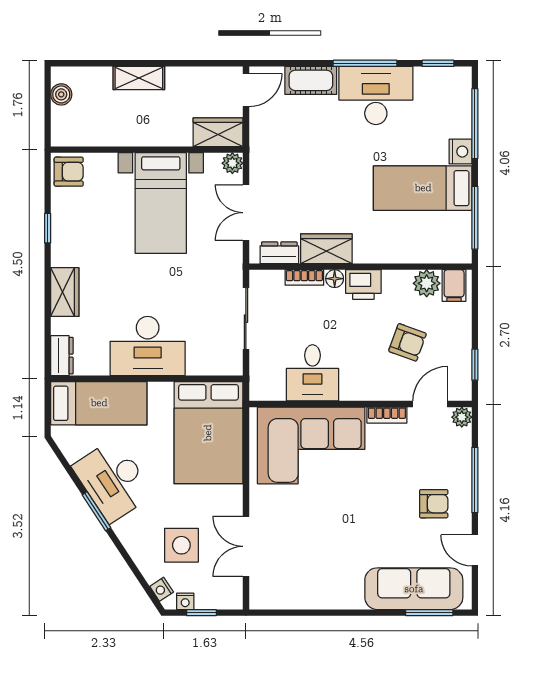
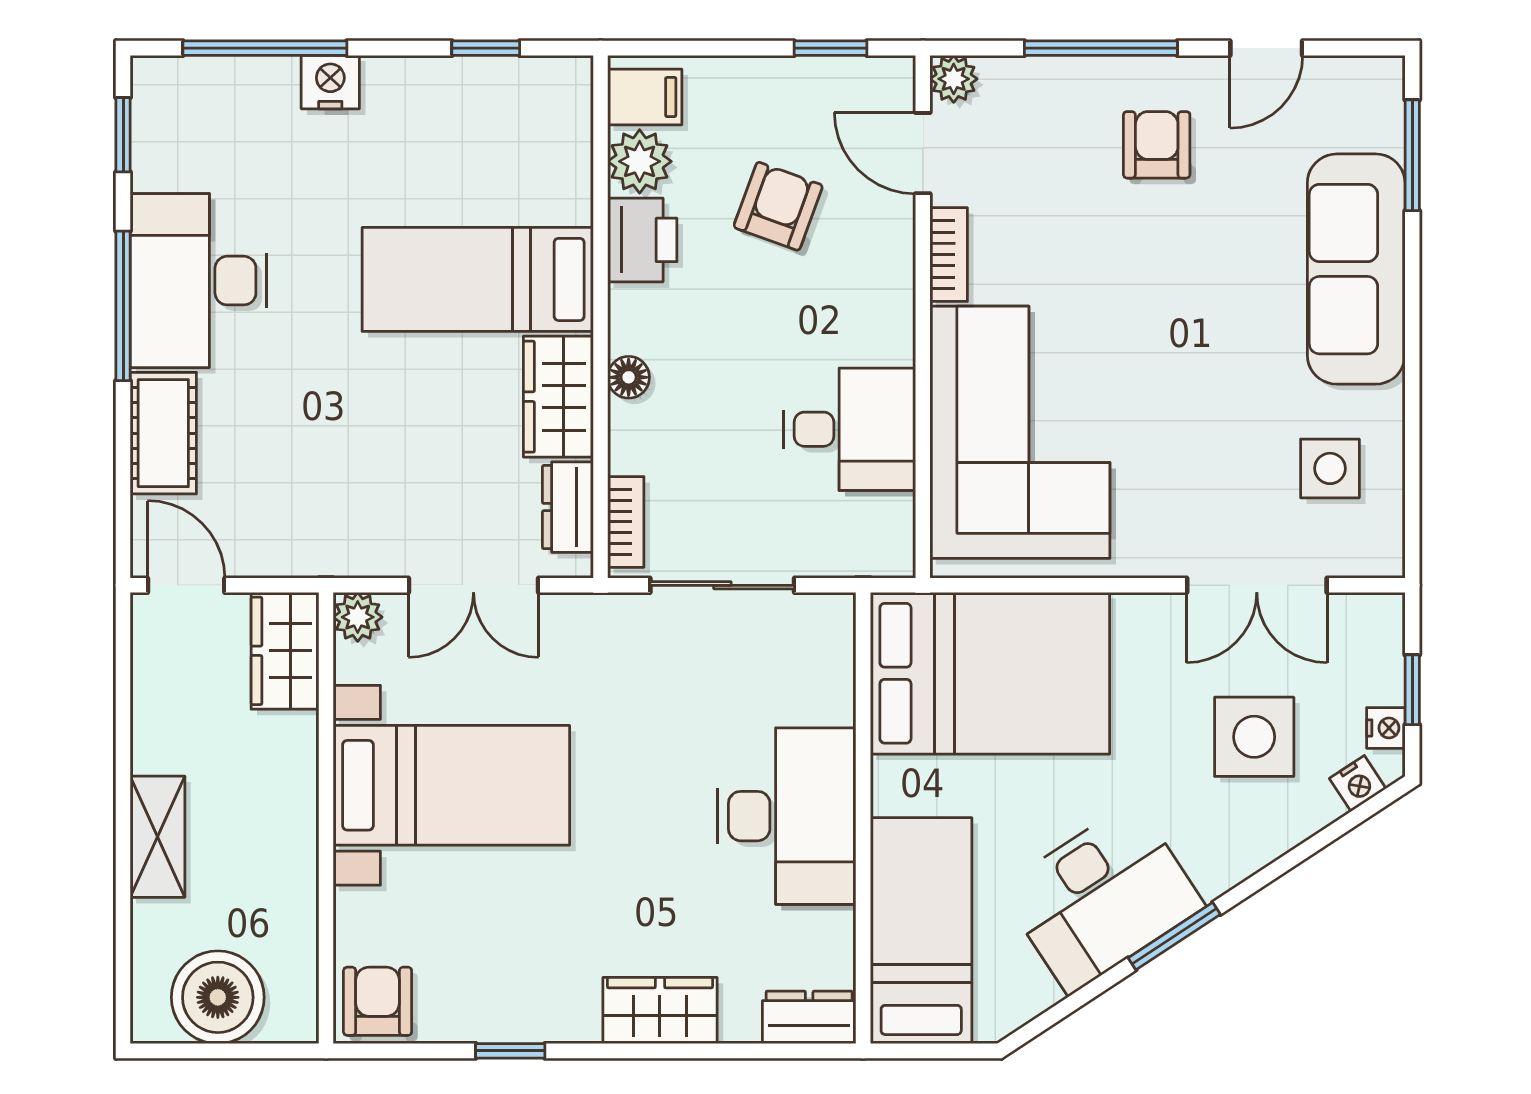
boiler: (61, 94) -> (218, 997), width x1.86, depth x1.86
bed: (423, 188) -> (478, 279), moved, turned 90
window: (475, 218) -> (486, 48), width x0.46
bookcase: (304, 277) -> (626, 522), moved
printer: (363, 284) -> (642, 240), moved
side table: (296, 578) -> (1330, 468), added
sofa: (414, 589) -> (1356, 269), moved

